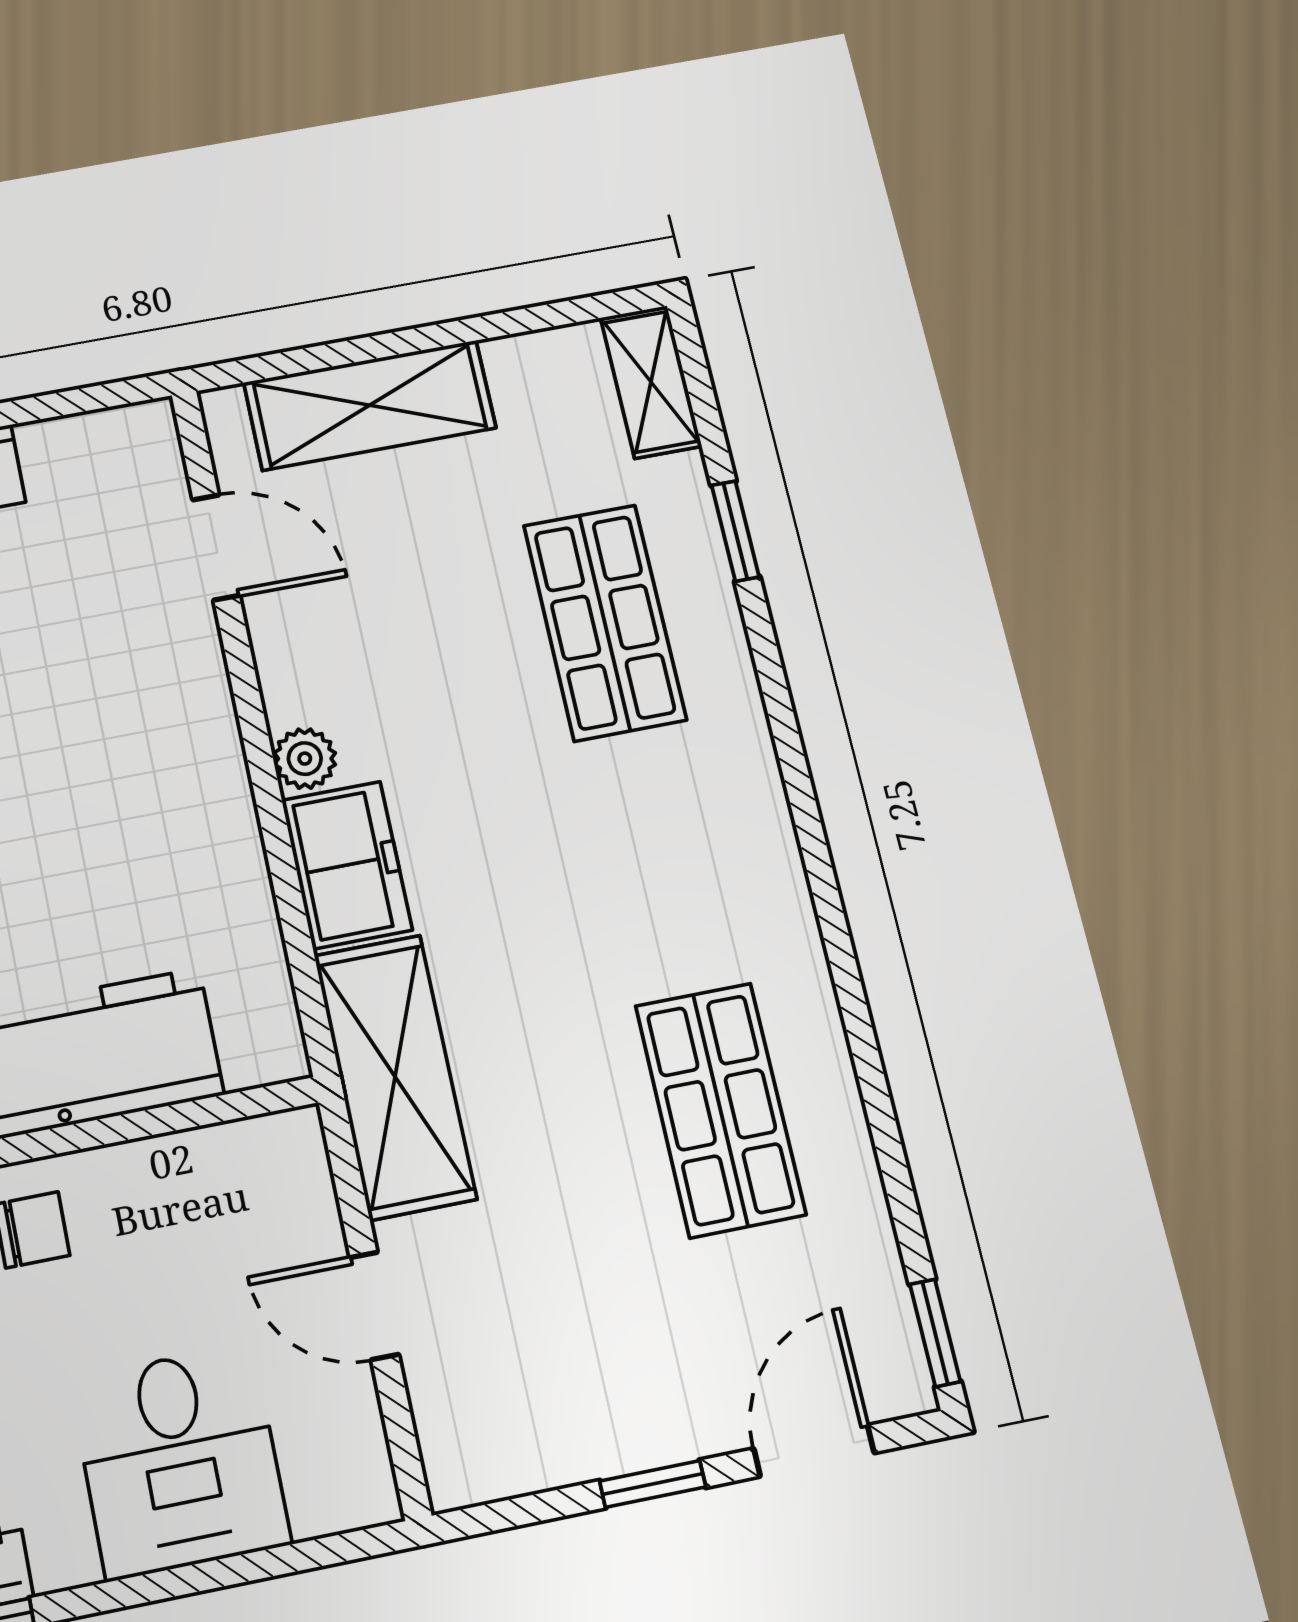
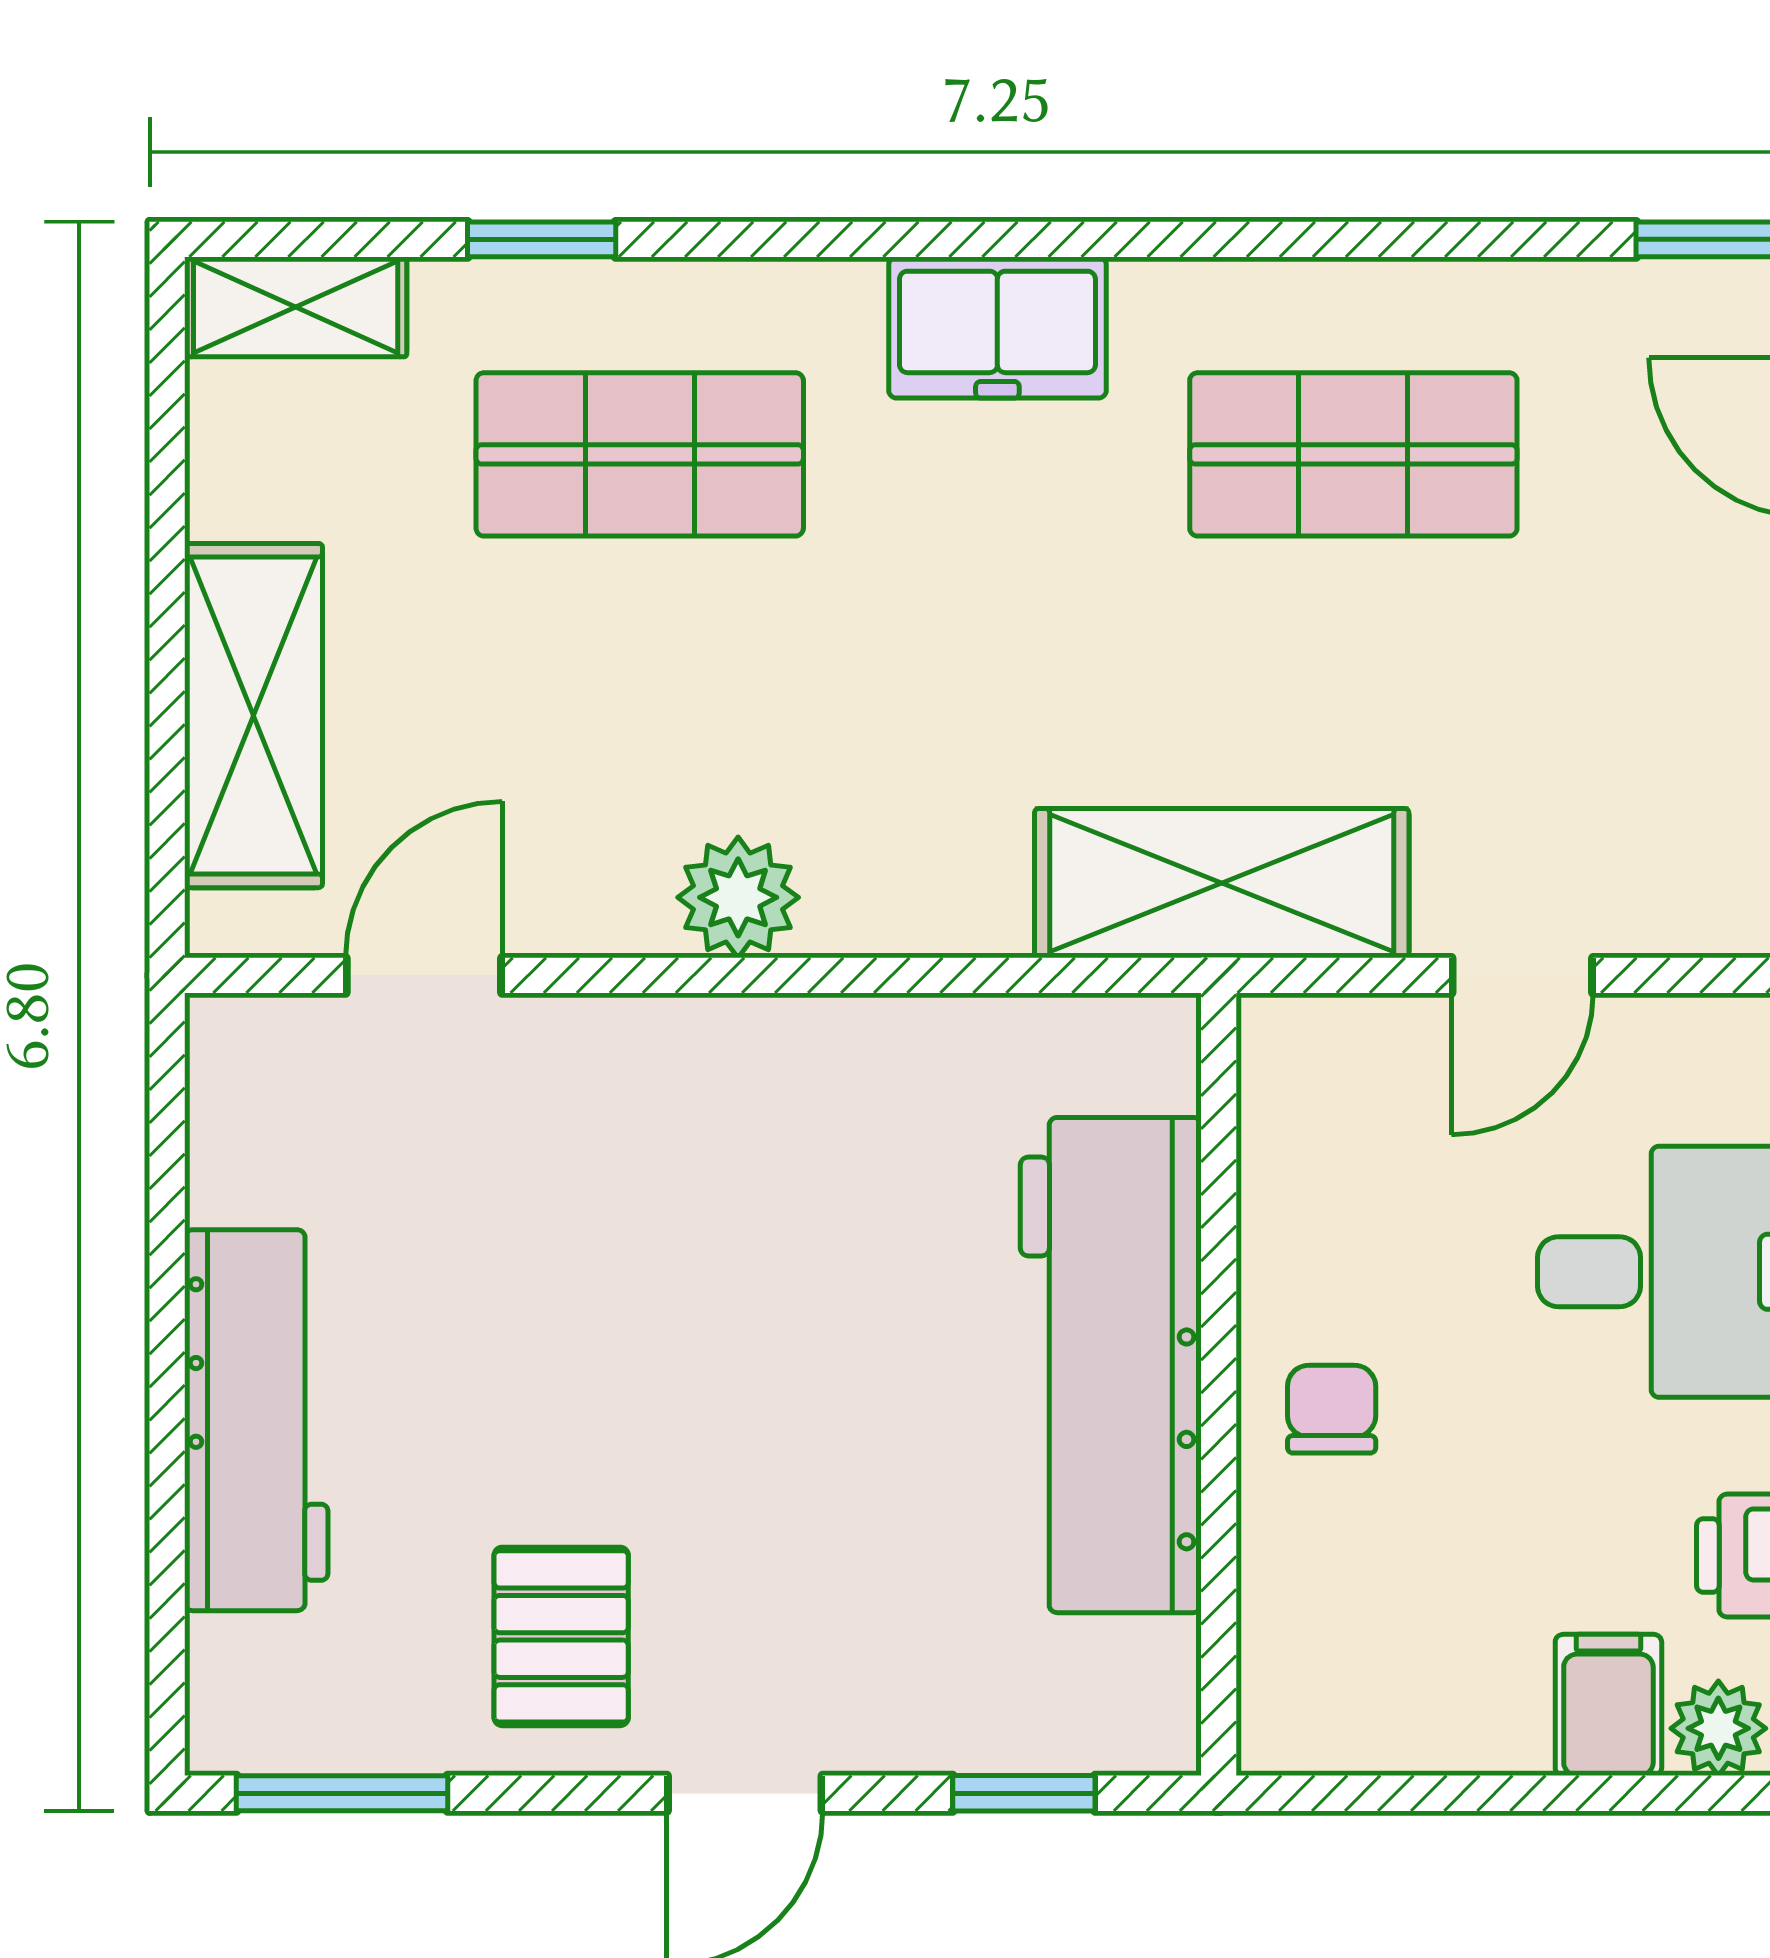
plant: (305, 759) -> (738, 897), width x1.38, depth x1.38
freezer: (347, 865) -> (997, 328), moved, turned 180

